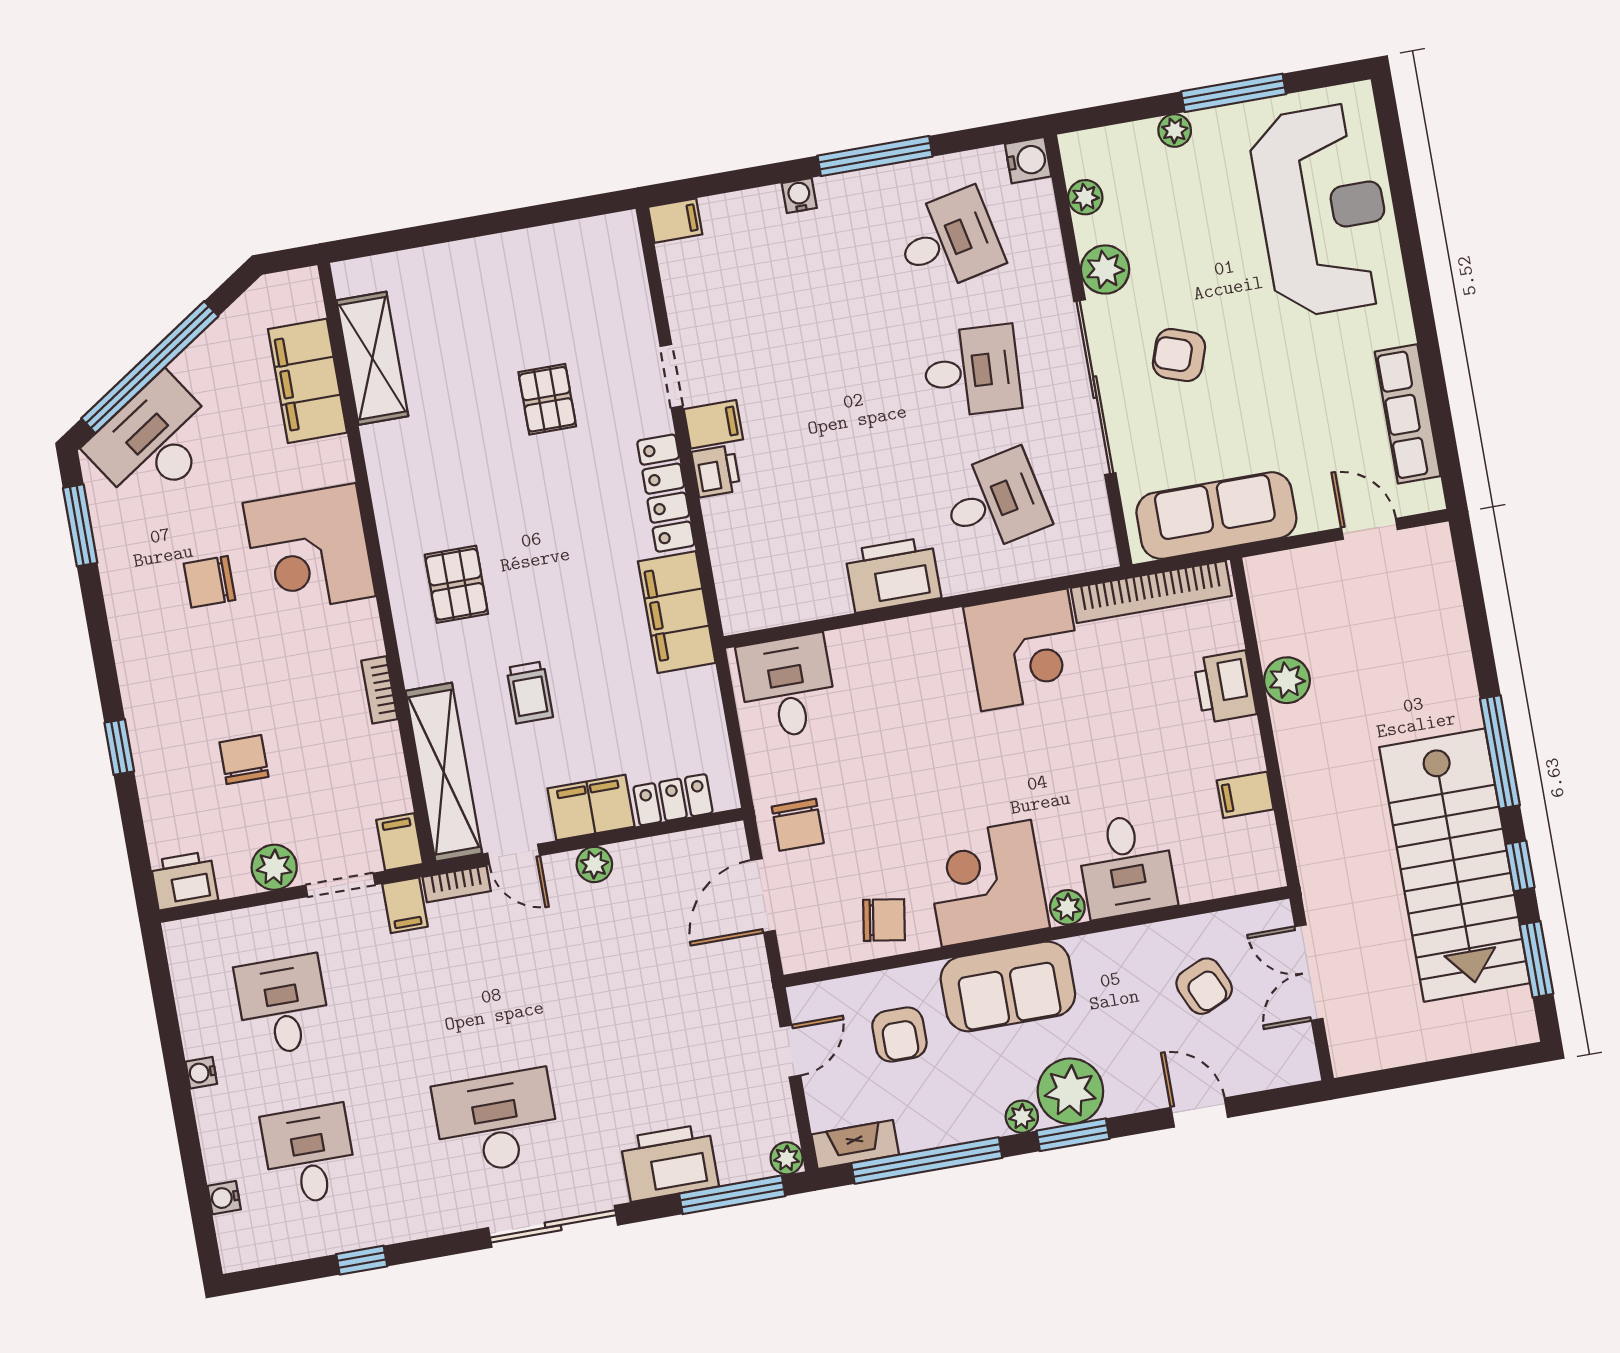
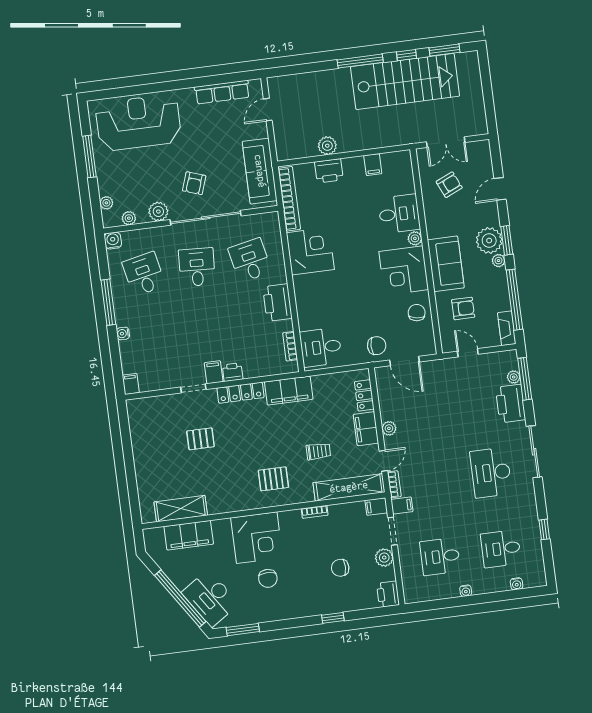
plant: (1175, 130) -> (106, 203), moved
bookcase: (786, 611) -> (290, 346), added
plant: (787, 1158) -> (514, 377), moved

